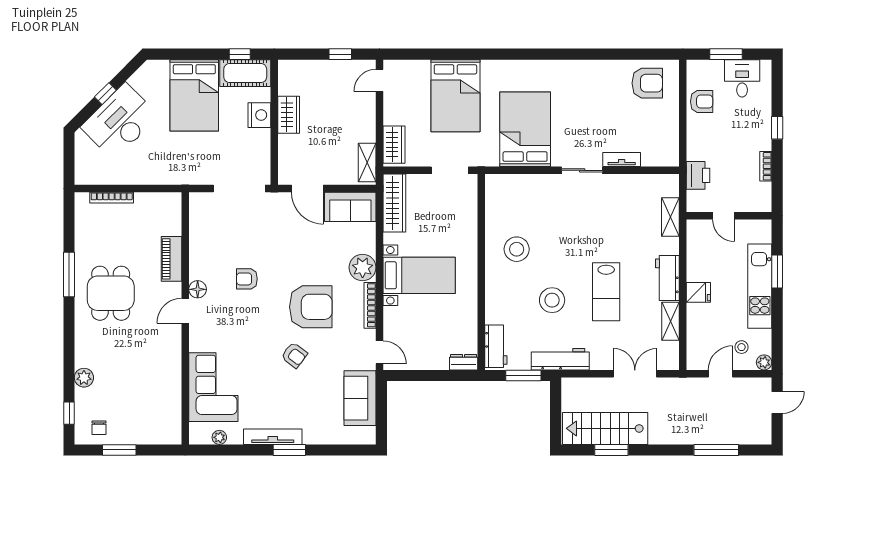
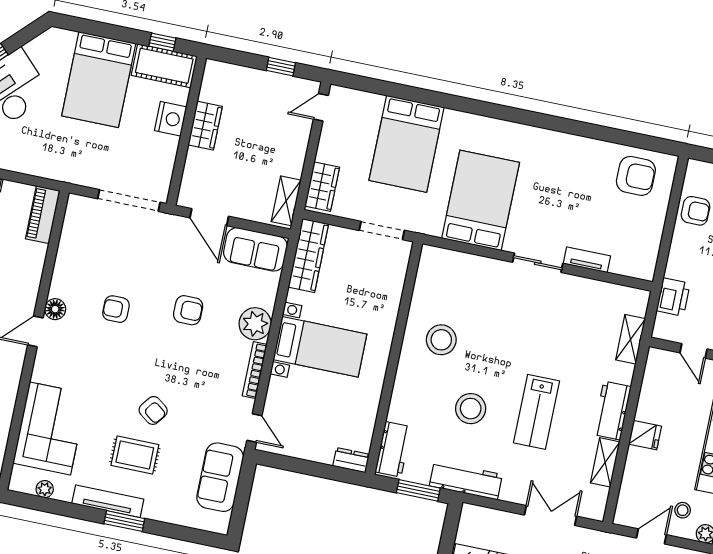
piano: (172, 259) -> (43, 215), moved
armchair: (311, 307) -> (188, 310), moved, width x0.53, depth x0.53
rug: (287, 394) -> (135, 455), added

